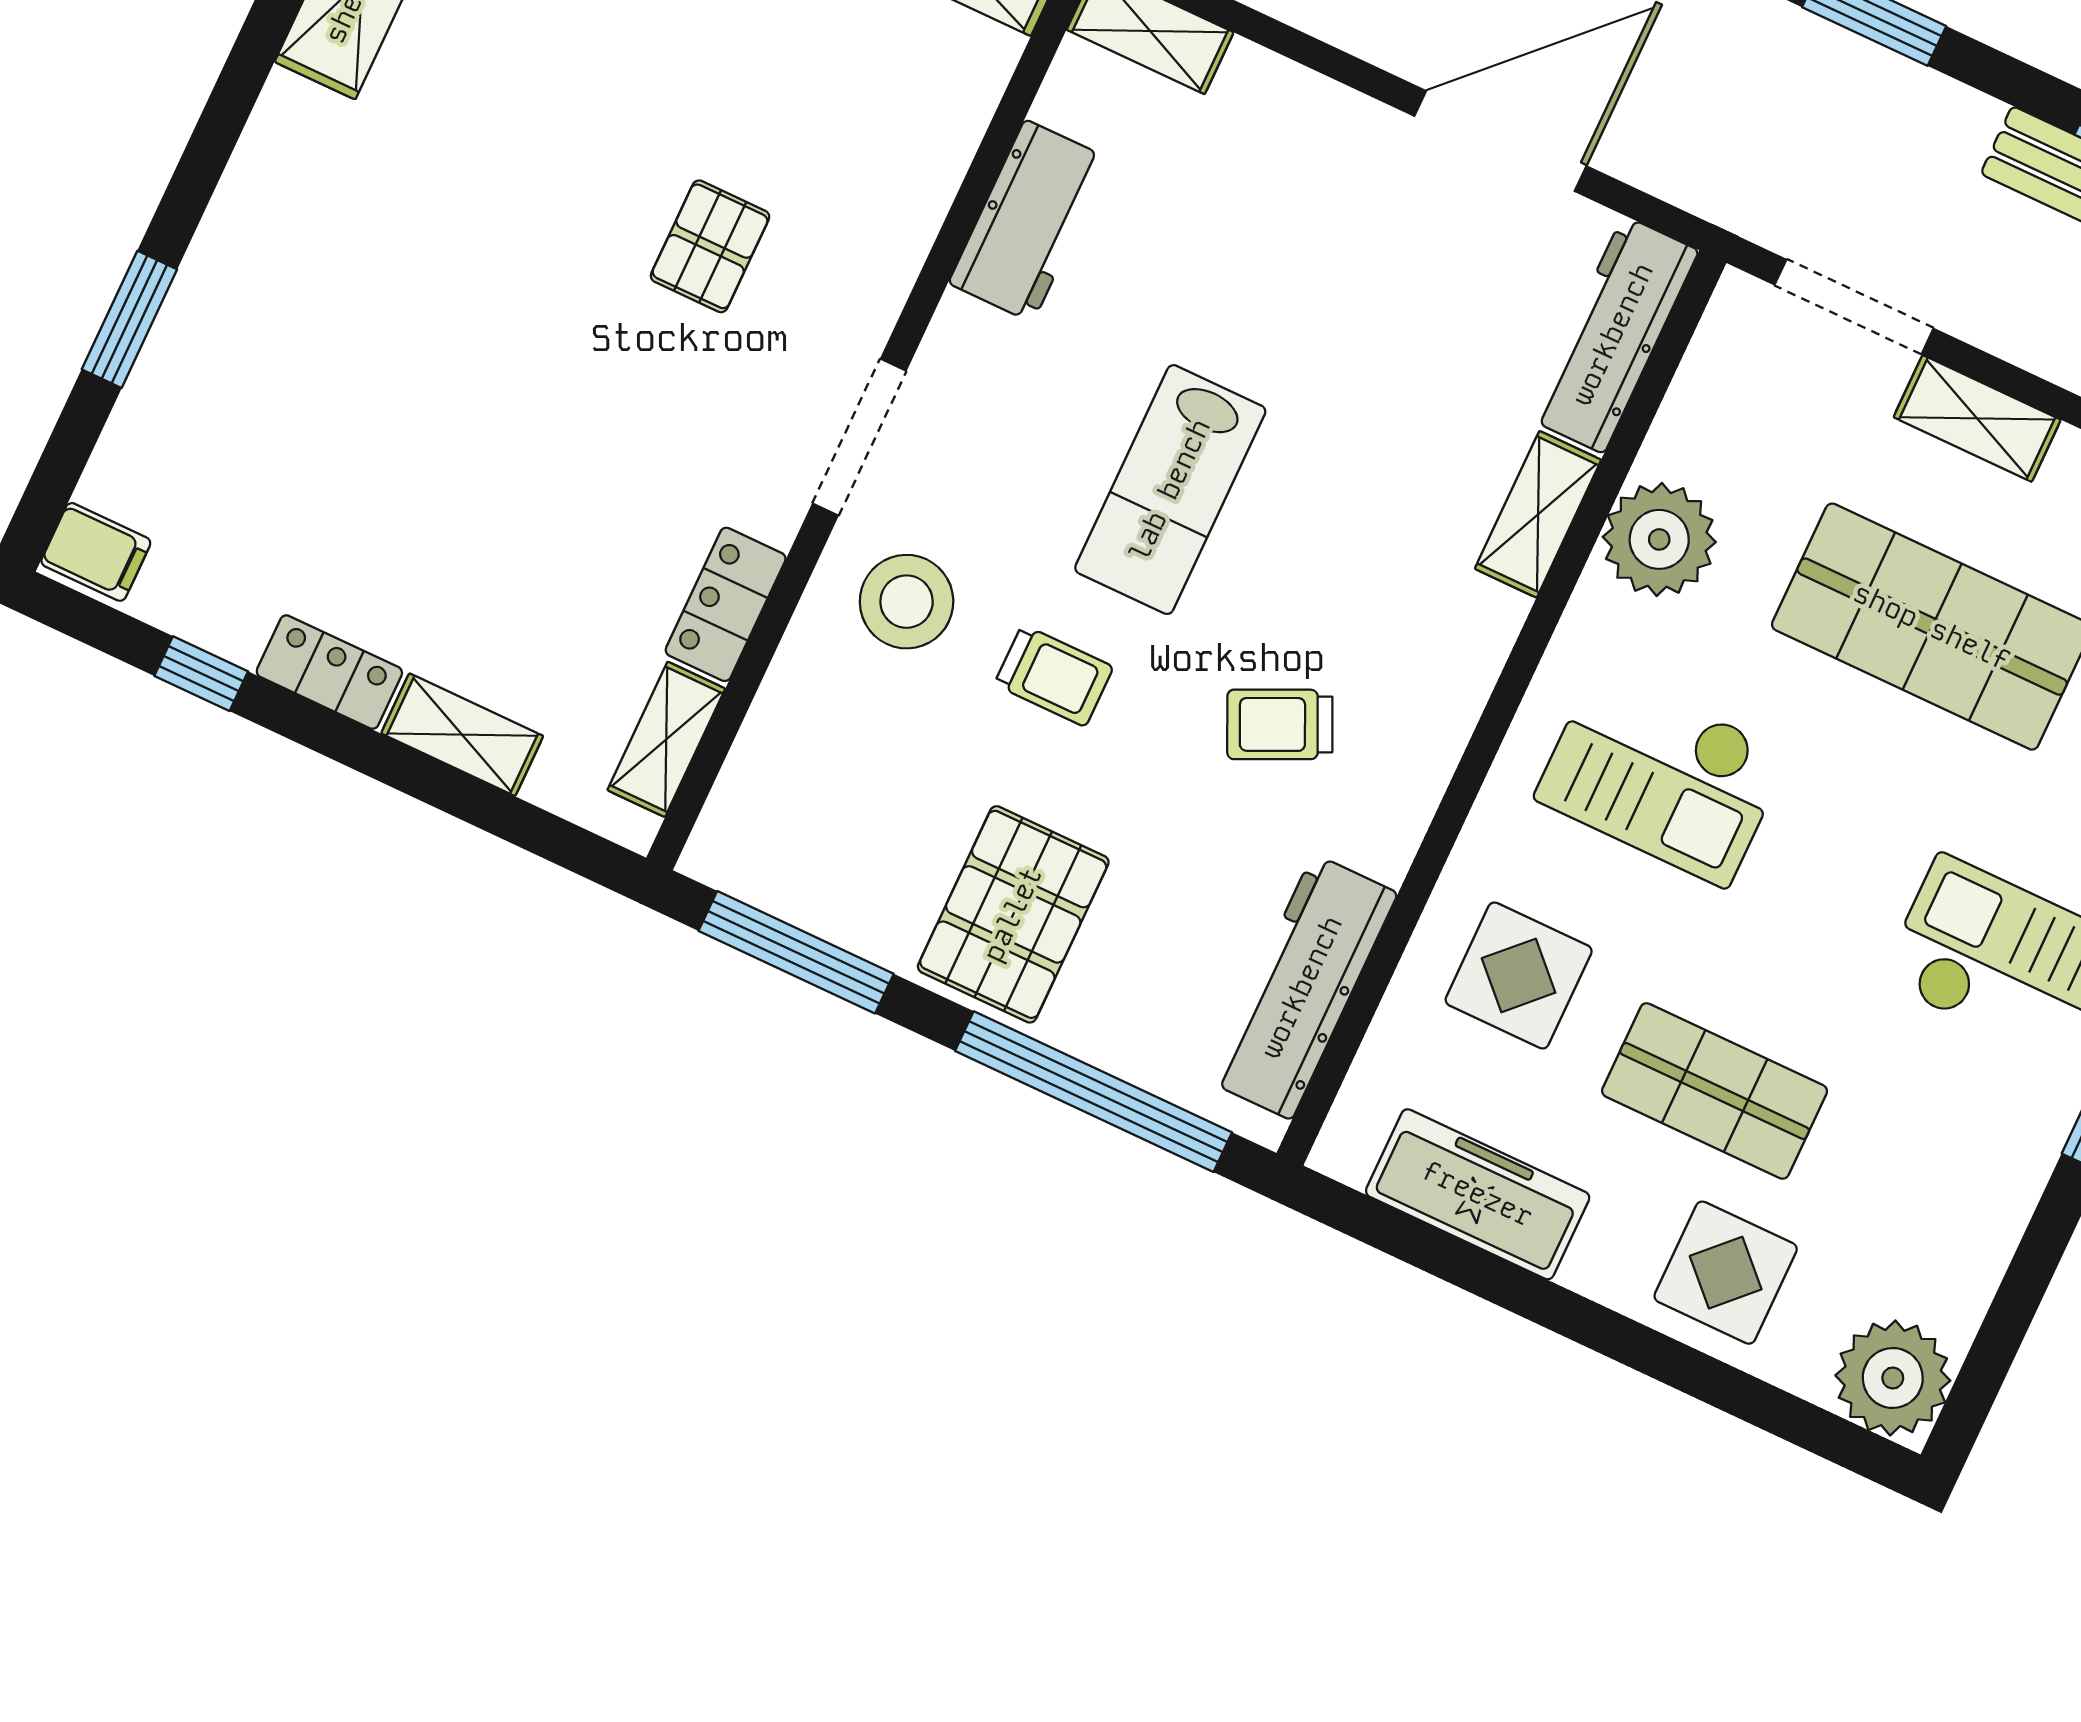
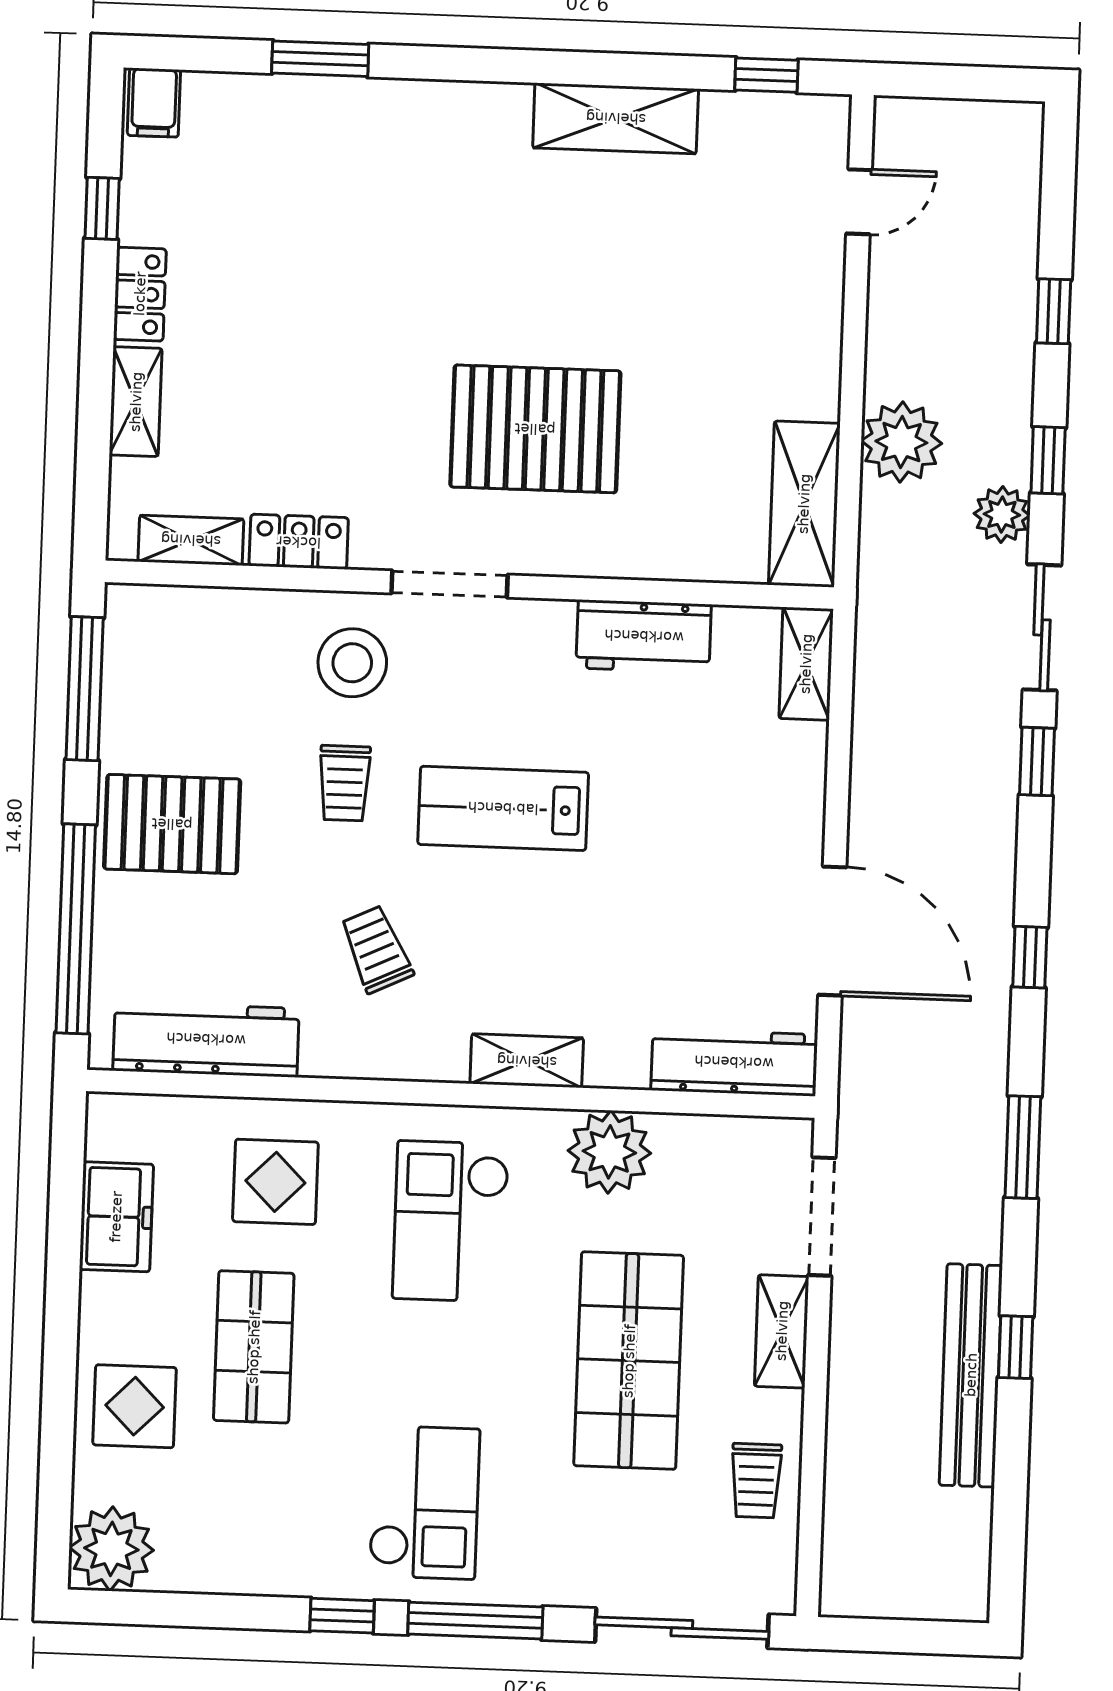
pallet: (710, 246) -> (535, 429), width x2.05, depth x2.00
shelving: (1538, 514) -> (527, 1061), moved
freezer: (1478, 1194) -> (116, 1217), width x0.71

